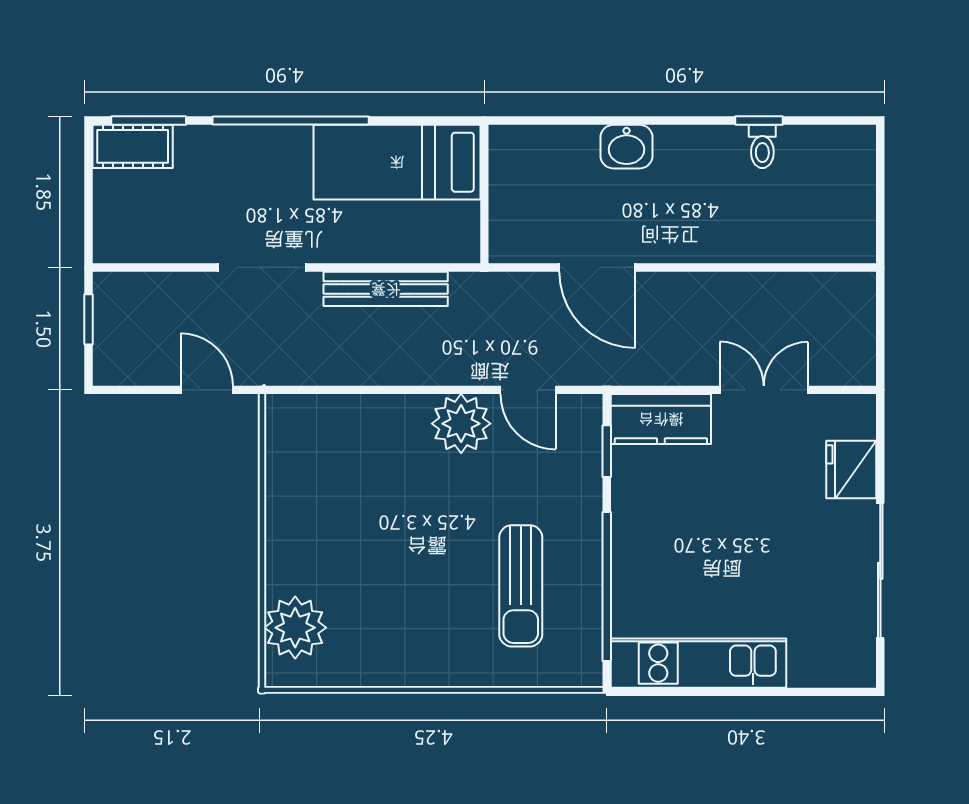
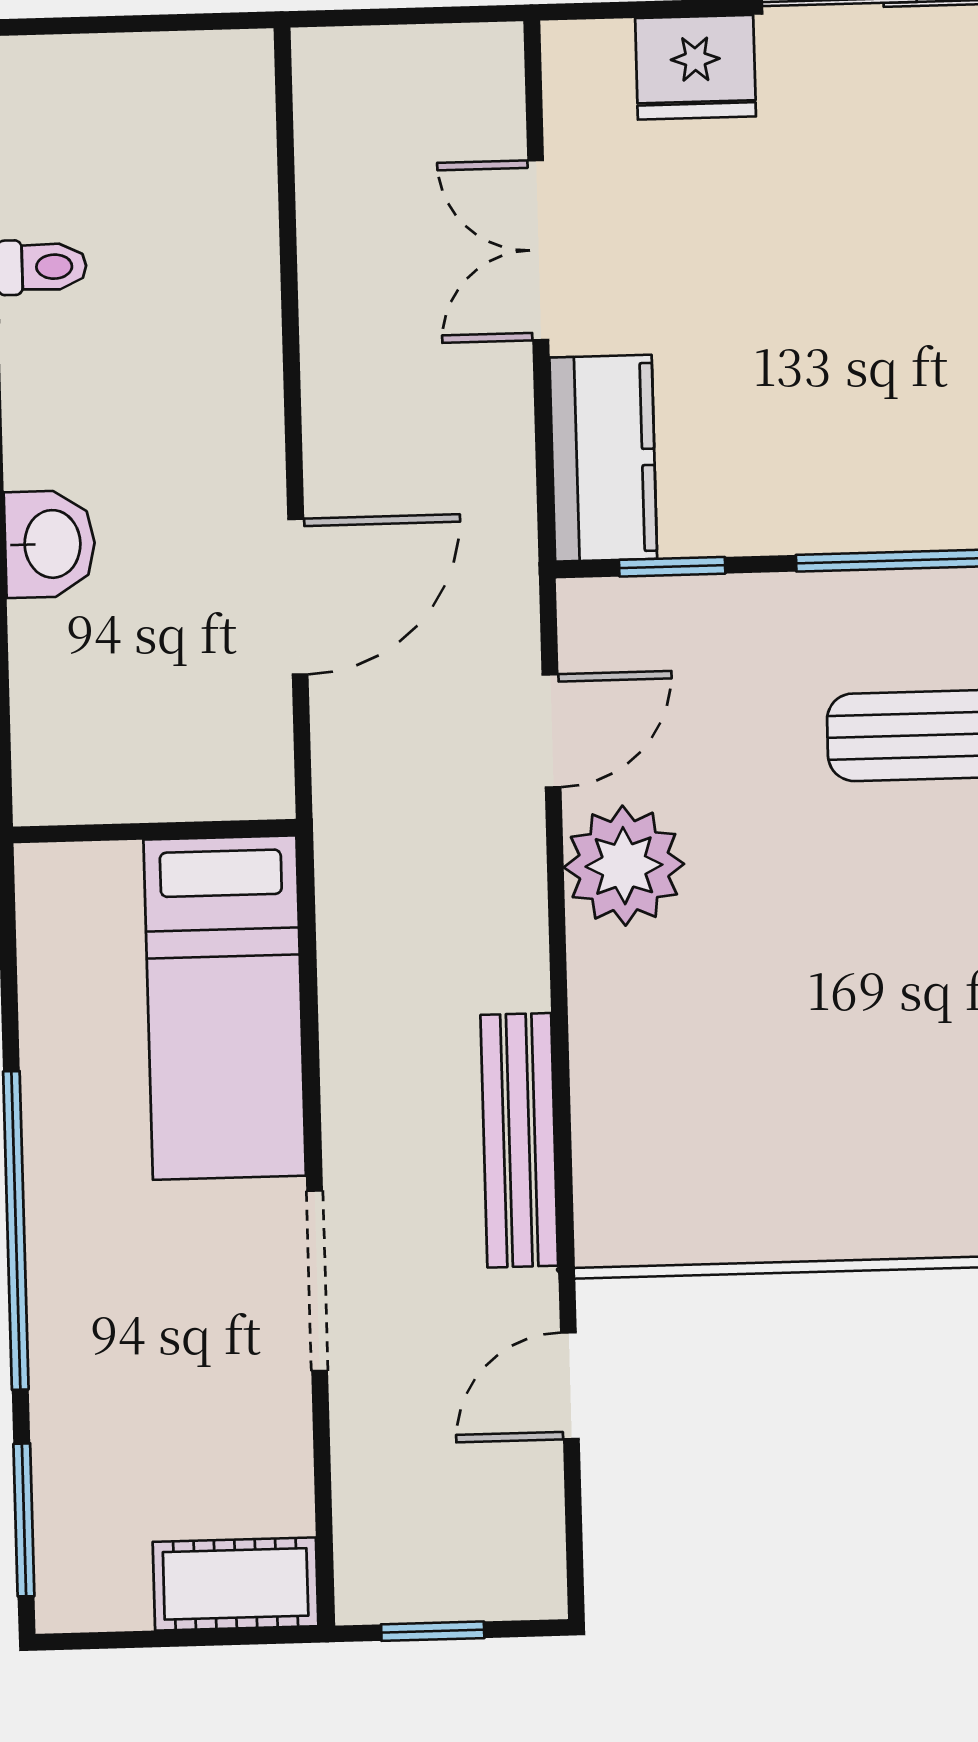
cot: (133, 146) -> (236, 1584), moved, turned 90
bed: (397, 162) -> (225, 1008), moved
bench: (386, 289) -> (519, 1140), moved

